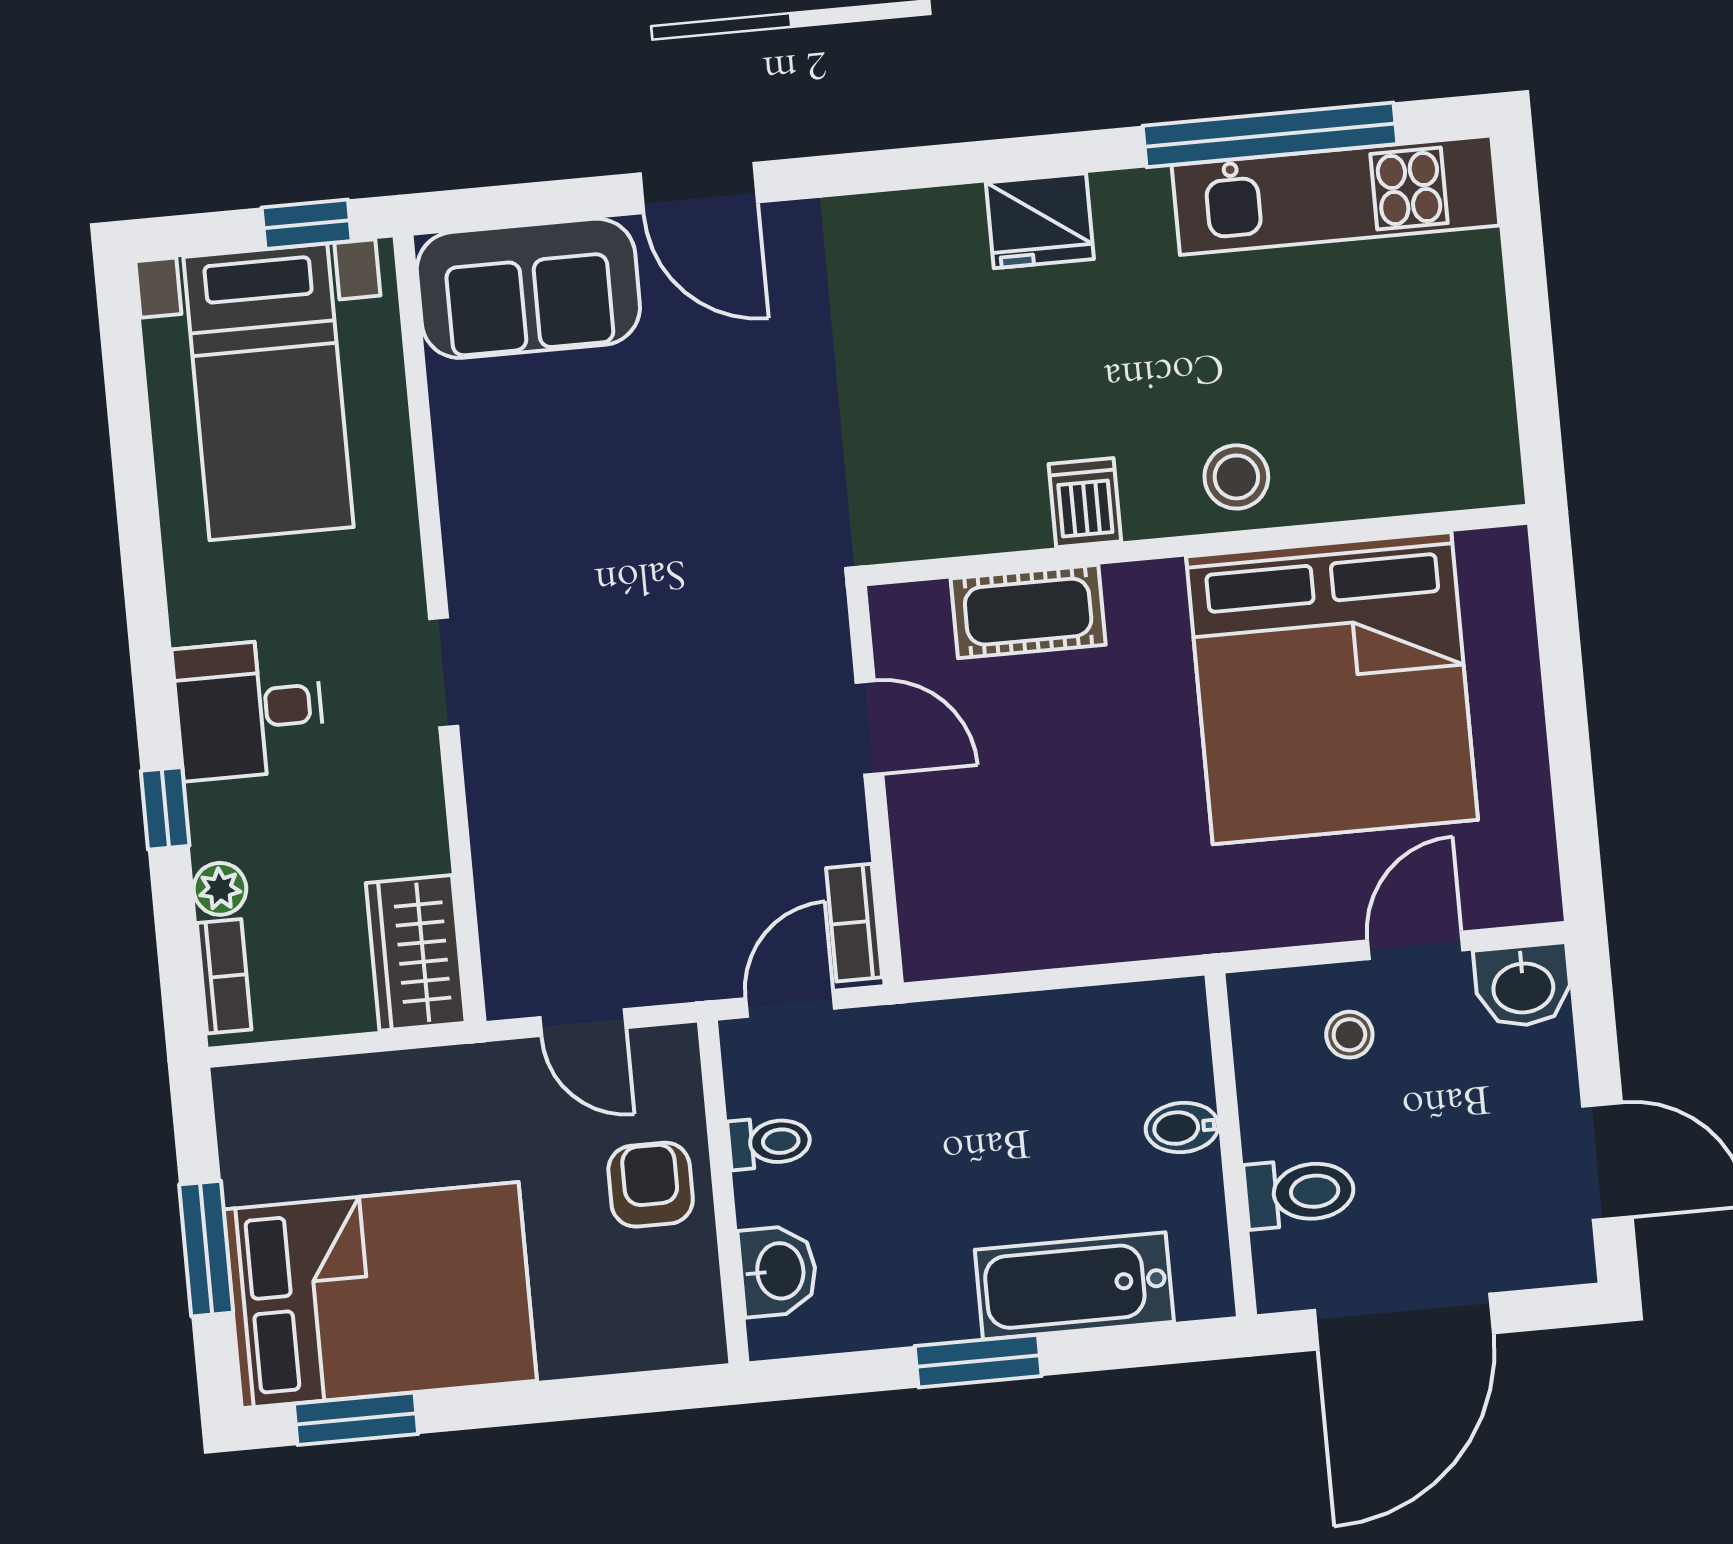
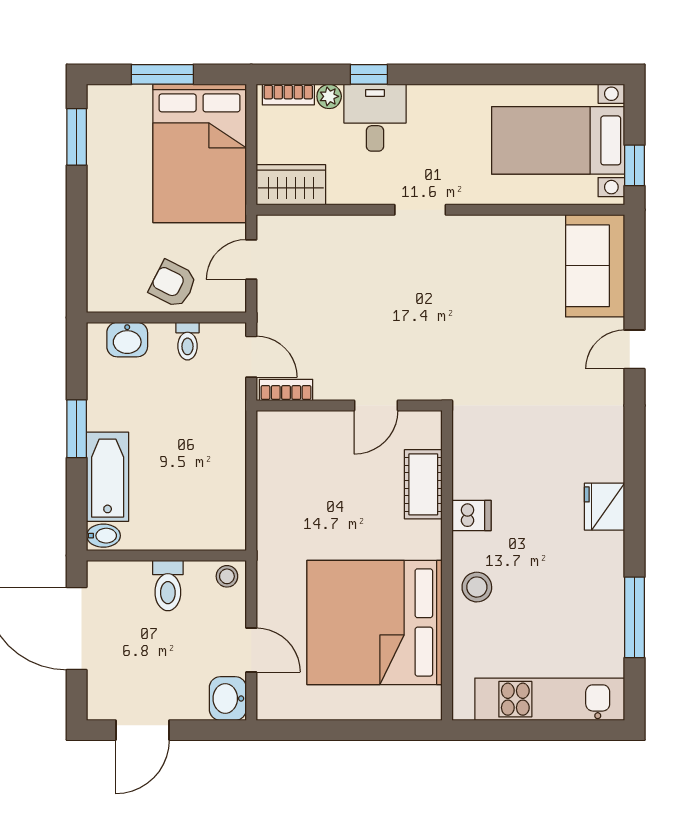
window: (1270, 135) -> (634, 617), width x0.68
door: (699, 188) -> (634, 349), width x0.73
kitchen unit: (1336, 195) -> (550, 699), moved, turned 90
desk: (249, 709) -> (375, 118), moved
stool: (1349, 1035) -> (227, 576), moved
bidet: (1182, 1128) -> (103, 536), moved, turned 90
armchair: (651, 1185) -> (173, 284), turned -153
toilet: (1300, 1193) -> (168, 586), moved
bed: (380, 1295) -> (200, 153), moved

